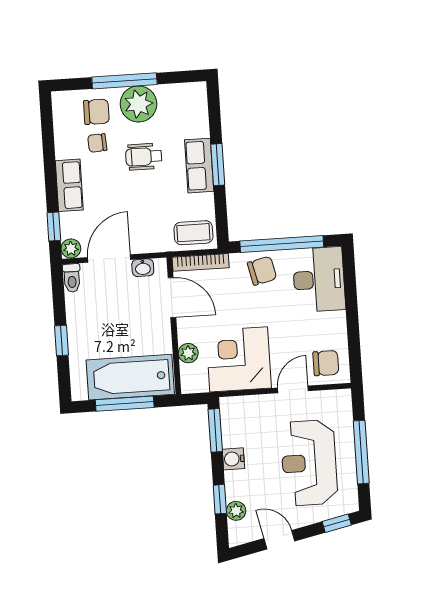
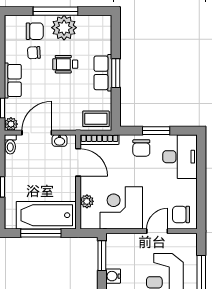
window: (282, 244) -> (156, 131), width x0.47
chair: (262, 271) -> (141, 148), turned 103
chair: (326, 363) -> (181, 214), turned 180

